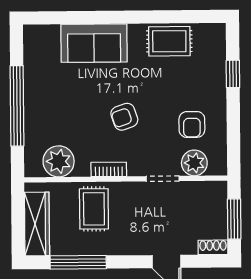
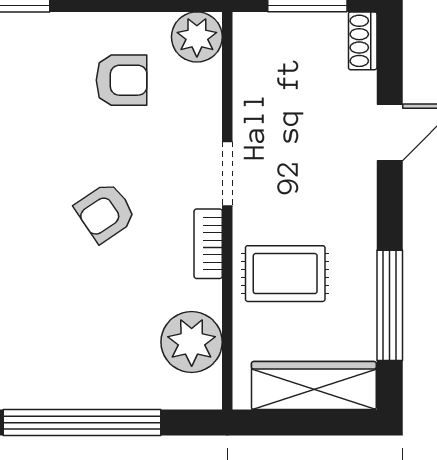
armchair: (124, 117) -> (105, 212), turned 75
plant: (194, 163) -> (197, 37), moved
doorway: (163, 179) -> (227, 174), moved

